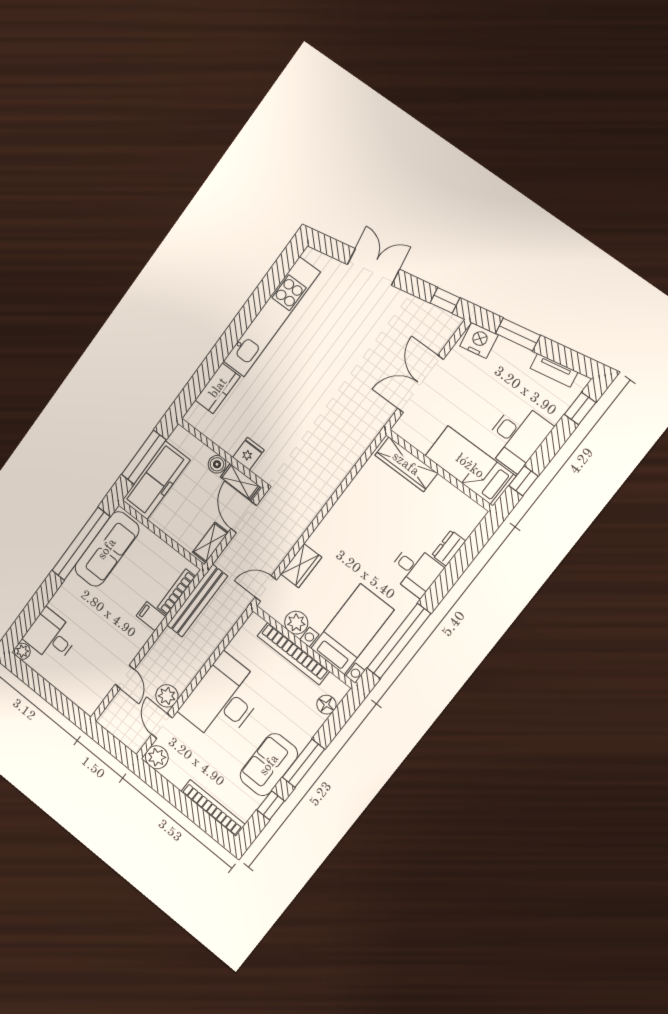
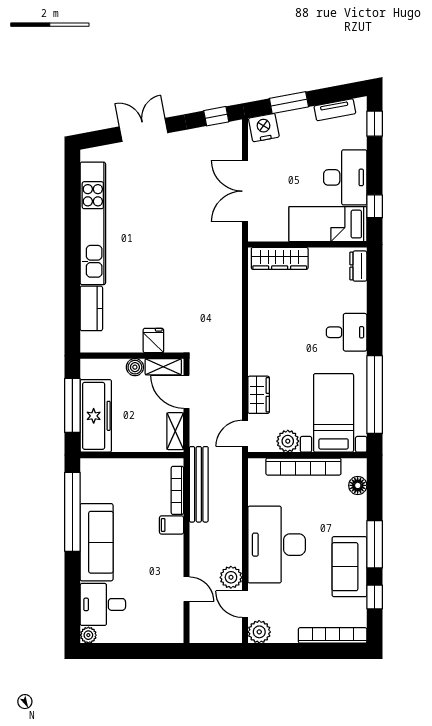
dresser: (449, 548) -> (358, 266), moved
sofa: (107, 549) -> (97, 542), moved

